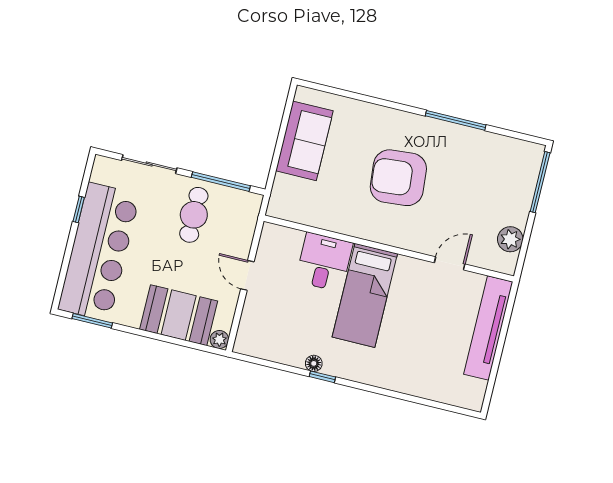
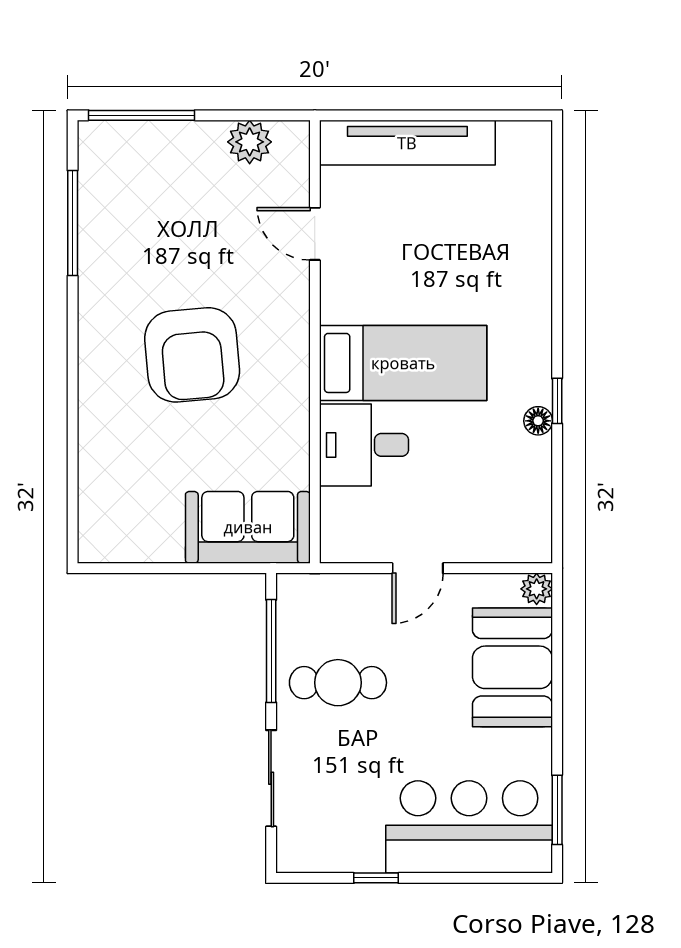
window: (456, 120) -> (73, 223), moved
sofa: (304, 141) -> (248, 527), moved
bar counter: (99, 252) -> (469, 827), width x0.73

